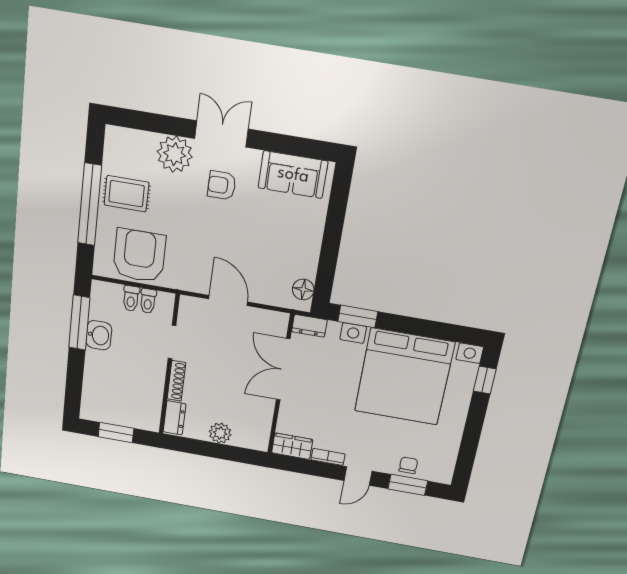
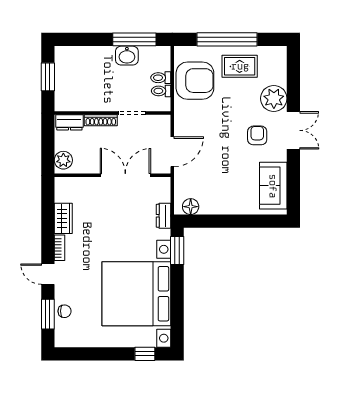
rug: (127, 194) -> (240, 66), turned 90
double door: (283, 369) -> (125, 175), moved
wall: (281, 385) -> (112, 175), moved

